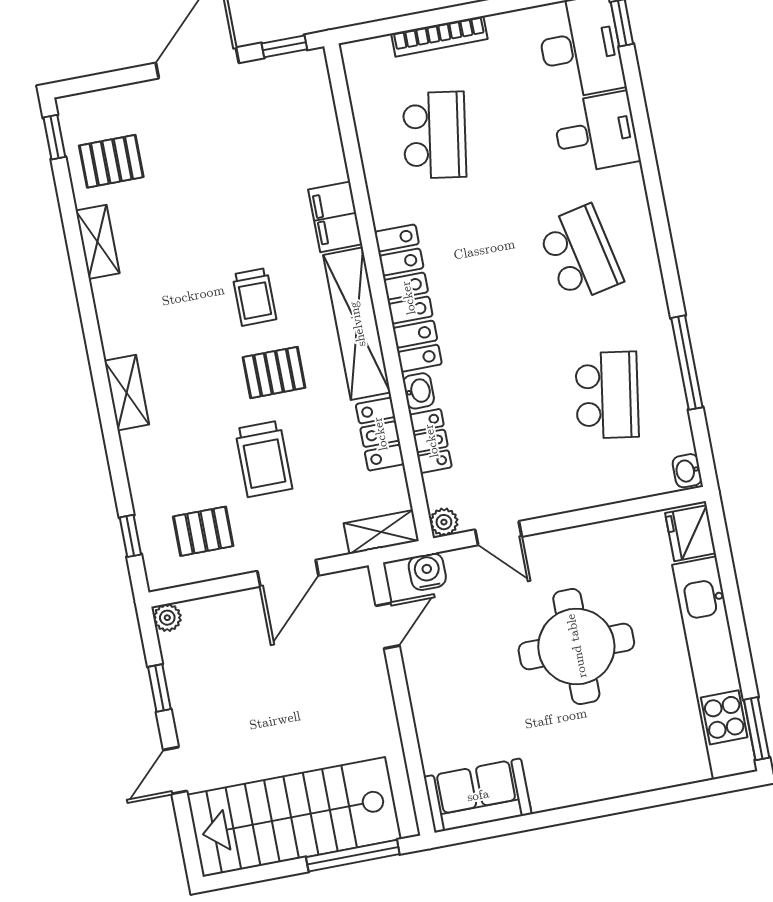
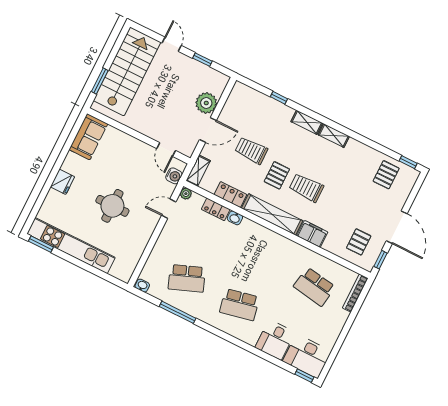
bookcase: (439, 36) -> (355, 293), moved
shelving: (98, 242) -> (334, 136), moved
trolley: (254, 297) -> (306, 188), width x1.36, depth x1.39
locker: (408, 298) -> (268, 238), removed
school desk: (607, 395) -> (187, 278), turned -30
pallet: (203, 531) -> (359, 242), moved
fridge: (691, 533) -> (62, 182), moved, turned 90
window: (130, 536) -> (279, 98), moved
door: (288, 573) -> (208, 130), swing flipped
plant: (167, 618) -> (206, 103), moved, width x1.88, depth x1.88
round table: (576, 646) -> (112, 206), width x0.73, depth x0.73
window: (353, 856) -> (100, 81), width x0.69

